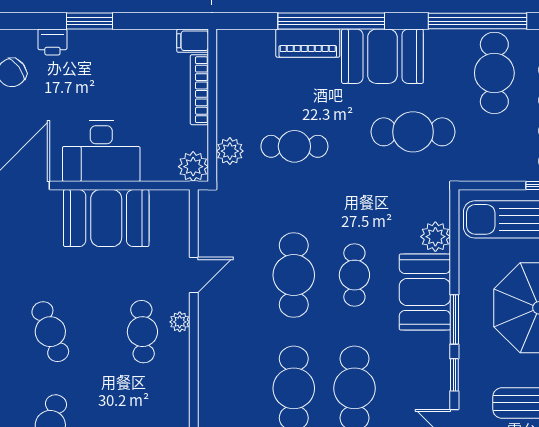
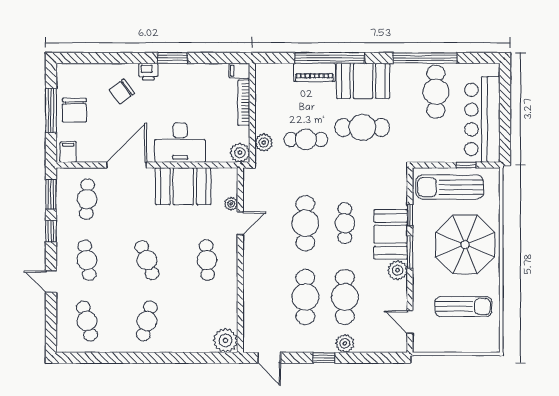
cafe table: (413, 132) -> (362, 127), moved
plant: (435, 237) -> (398, 270), moved
plant: (180, 322) -> (231, 204), moved
window: (454, 375) -> (410, 215), moved

